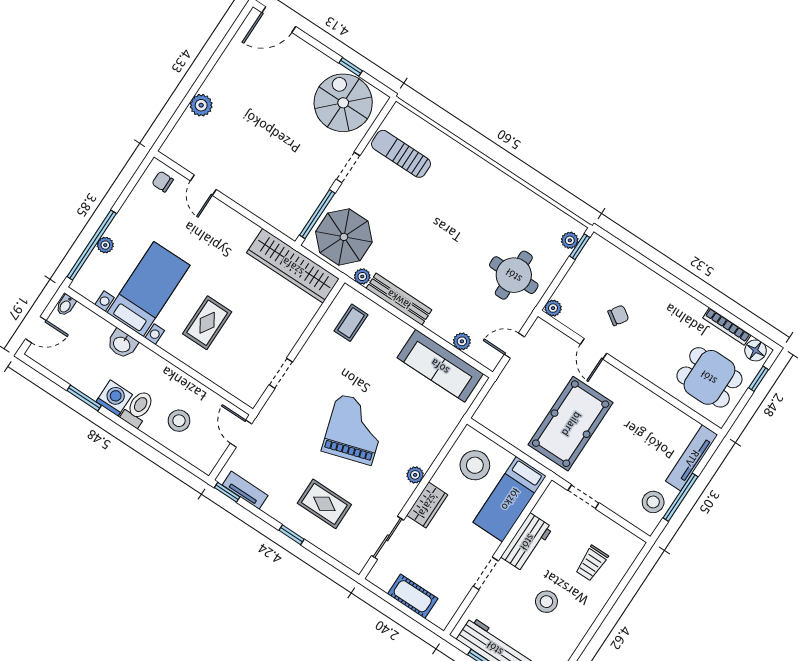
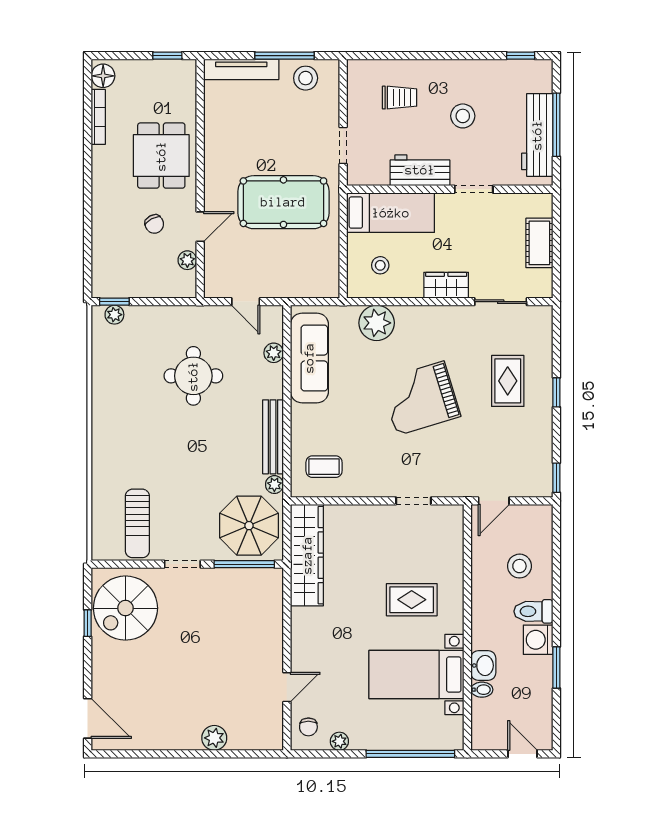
plant: (105, 245) -> (339, 741), moved
round table: (514, 275) -> (193, 376), moved
bidet: (66, 305) -> (482, 690), moved
plant: (553, 308) -> (187, 260), moved
chair: (618, 315) -> (154, 224), turned -153
dining table: (709, 377) -> (161, 156), moved
window: (759, 379) -> (167, 56), moved
stool: (475, 465) -> (380, 265), width x0.53, depth x0.53
plant: (415, 475) -> (377, 323), moved, width x1.87, depth x1.87
tv unit: (245, 490) -> (543, 463), removed

